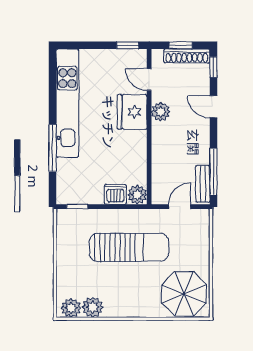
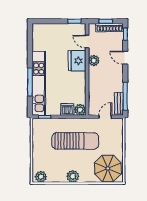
kitchen unit: (67, 103) -> (39, 83), moved
plant: (93, 307) -> (73, 176), moved

